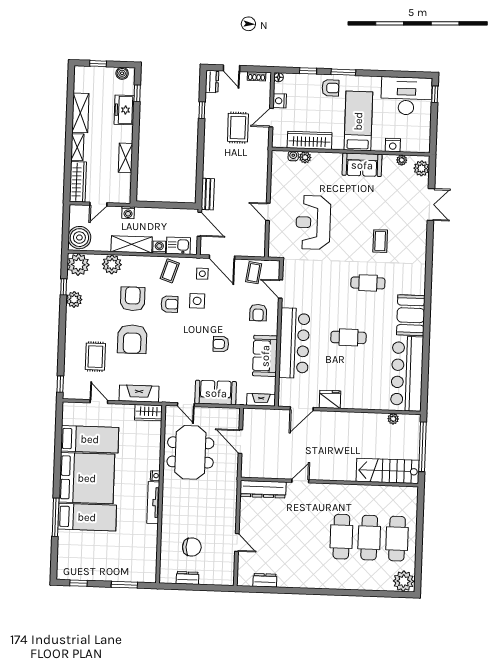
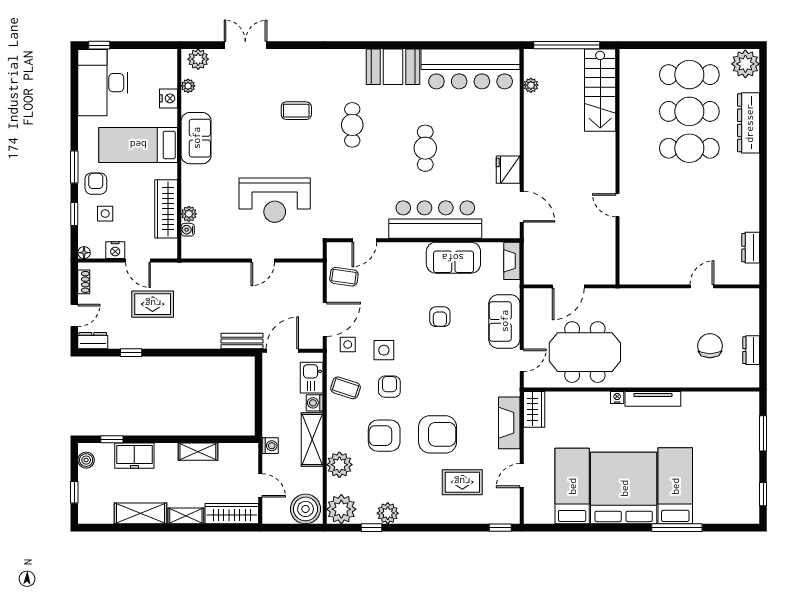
side table: (308, 94) -> (105, 214), added
armchair: (258, 313) -> (397, 269), removed
dresser: (263, 489) -> (749, 123), moved, turned 180

